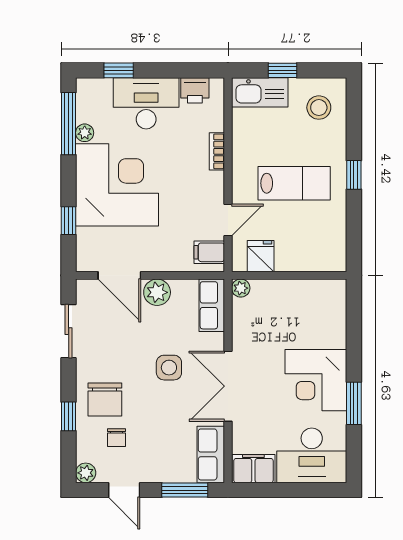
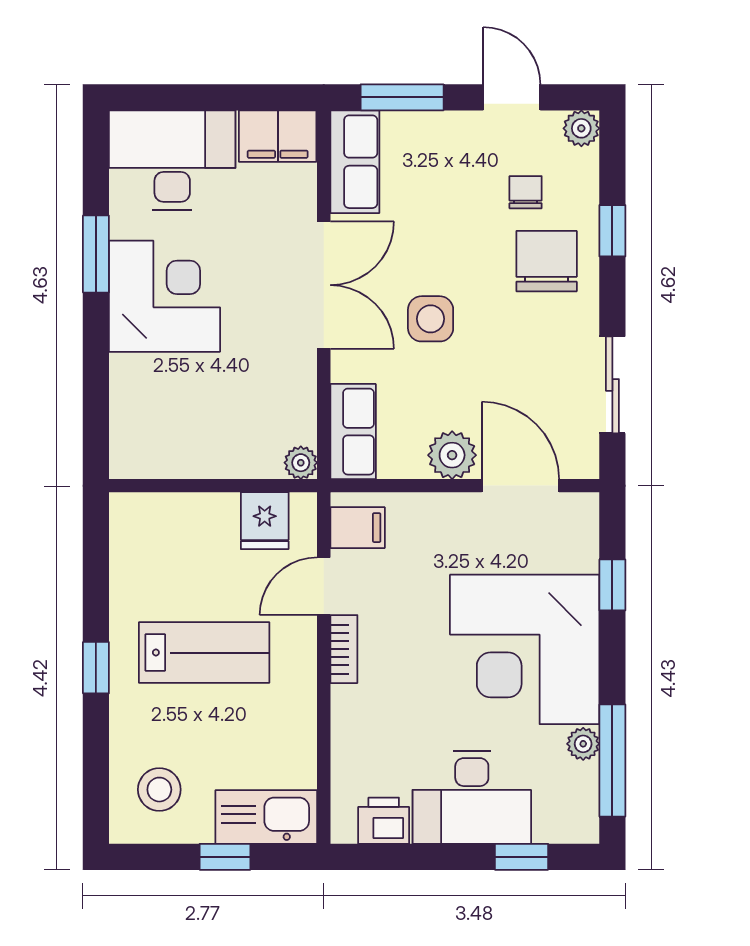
bookcase: (217, 151) -> (344, 649), moved
lab bench: (294, 183) -> (204, 653), turned 180

